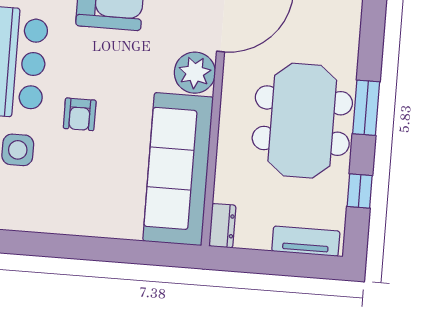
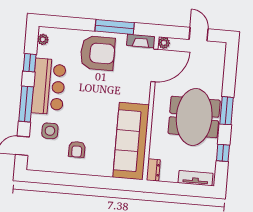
plant: (195, 73) -> (140, 92), removed
armchair: (80, 114) -> (77, 149), moved

